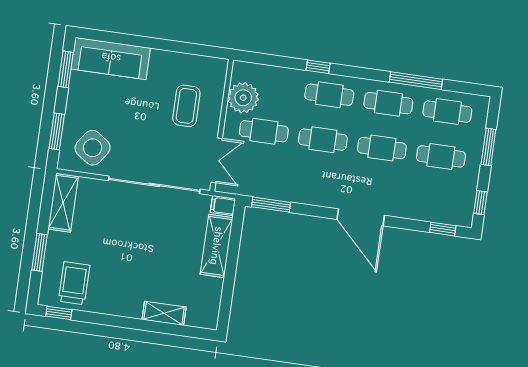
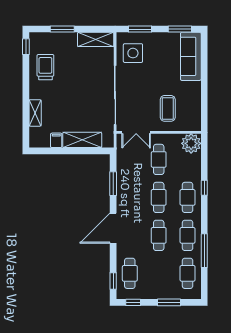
plant: (243, 98) -> (191, 143), moved
coffee table: (186, 106) -> (168, 108), turned 90
side table: (93, 148) -> (133, 53), turned -35
cafe table: (441, 156) -> (130, 273), moved
window: (271, 205) -> (113, 184), moved
filing cabinet: (223, 206) -> (56, 140), moved
trolley: (74, 283) -> (45, 67), moved, turned -90

